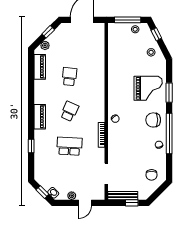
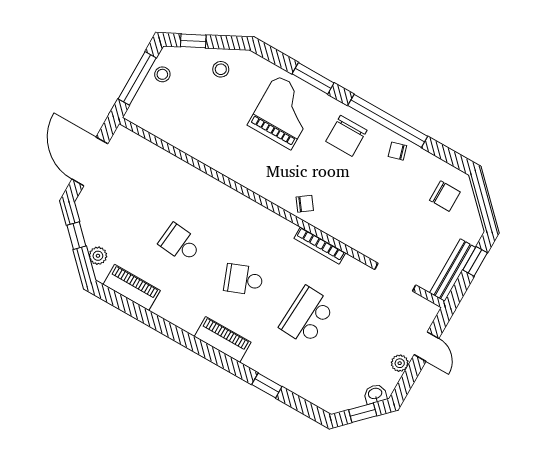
school desk: (69, 111) -> (244, 280), turned -45

